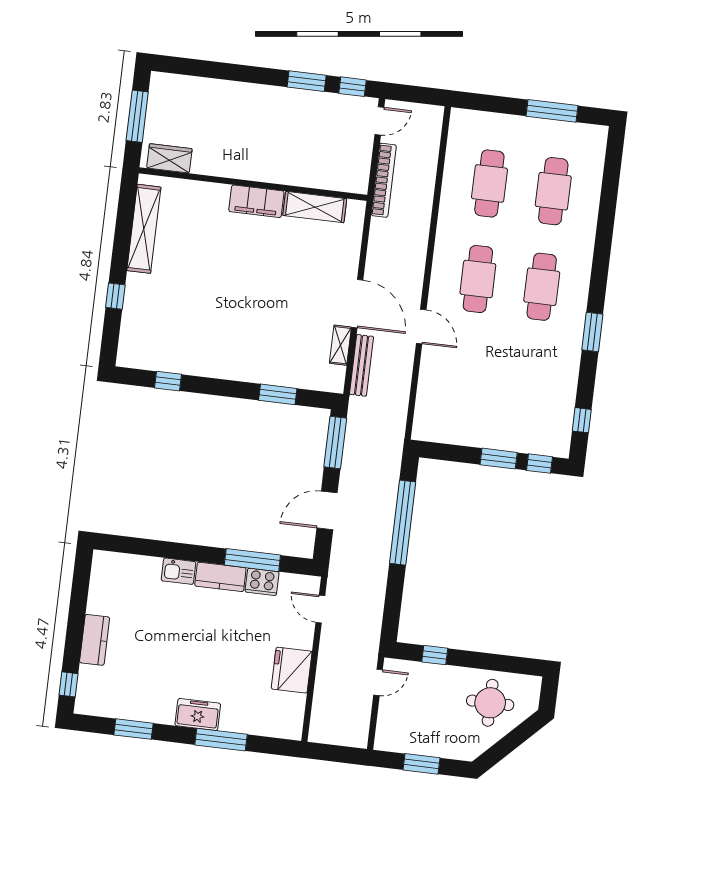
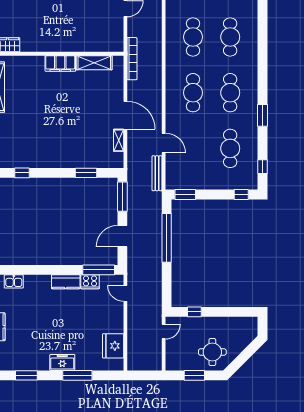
bookcase: (384, 180) -> (132, 59), moved
door: (421, 326) -> (164, 143), moved
bench: (361, 365) -> (157, 173), moved
cafe table: (530, 382) -> (230, 148), added
window: (499, 459) -> (185, 194), moved
window: (252, 560) -> (99, 270), moved
kitchen sink: (178, 571) -> (14, 281), moved
fridge: (292, 670) -> (113, 346), moved
round table: (490, 703) -> (212, 352), moved

